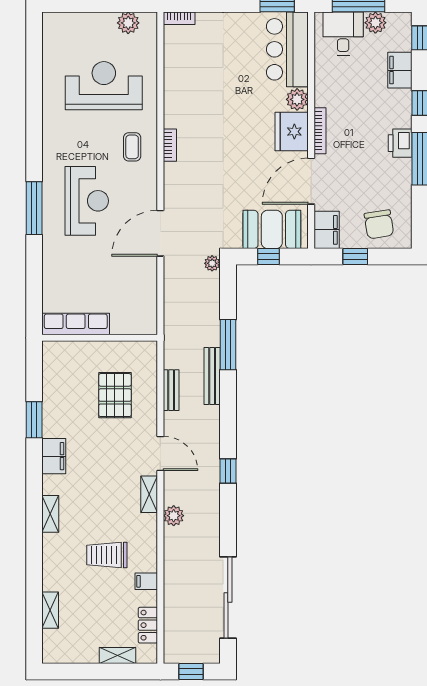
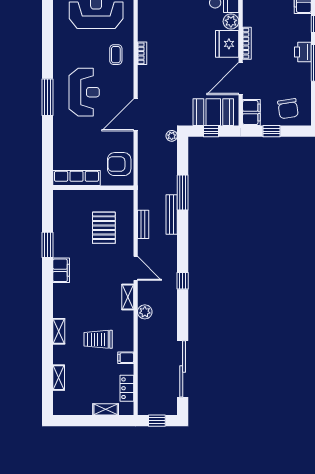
armchair: (137, 304) -> (119, 164), added
shelving: (50, 514) -> (59, 331), moved

